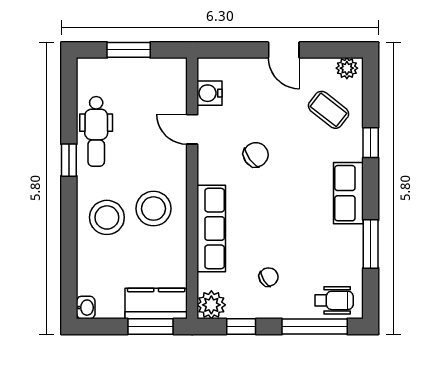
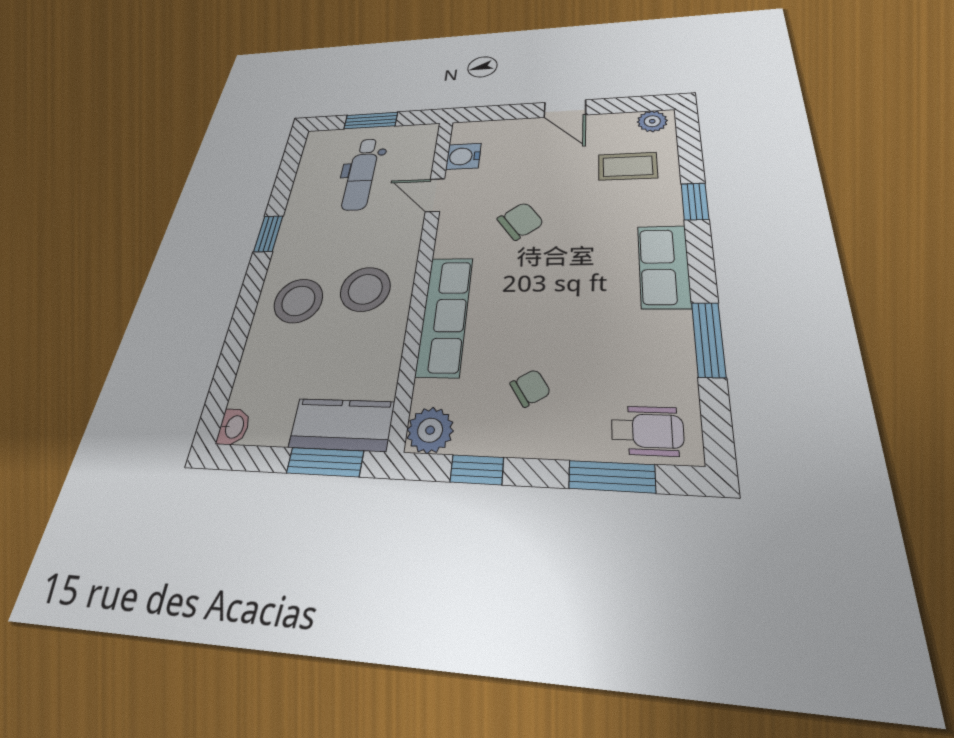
coffee table: (329, 110) -> (628, 166), turned -38
dental chair: (96, 131) -> (361, 174), moved
window: (315, 327) -> (612, 477), width x0.69

